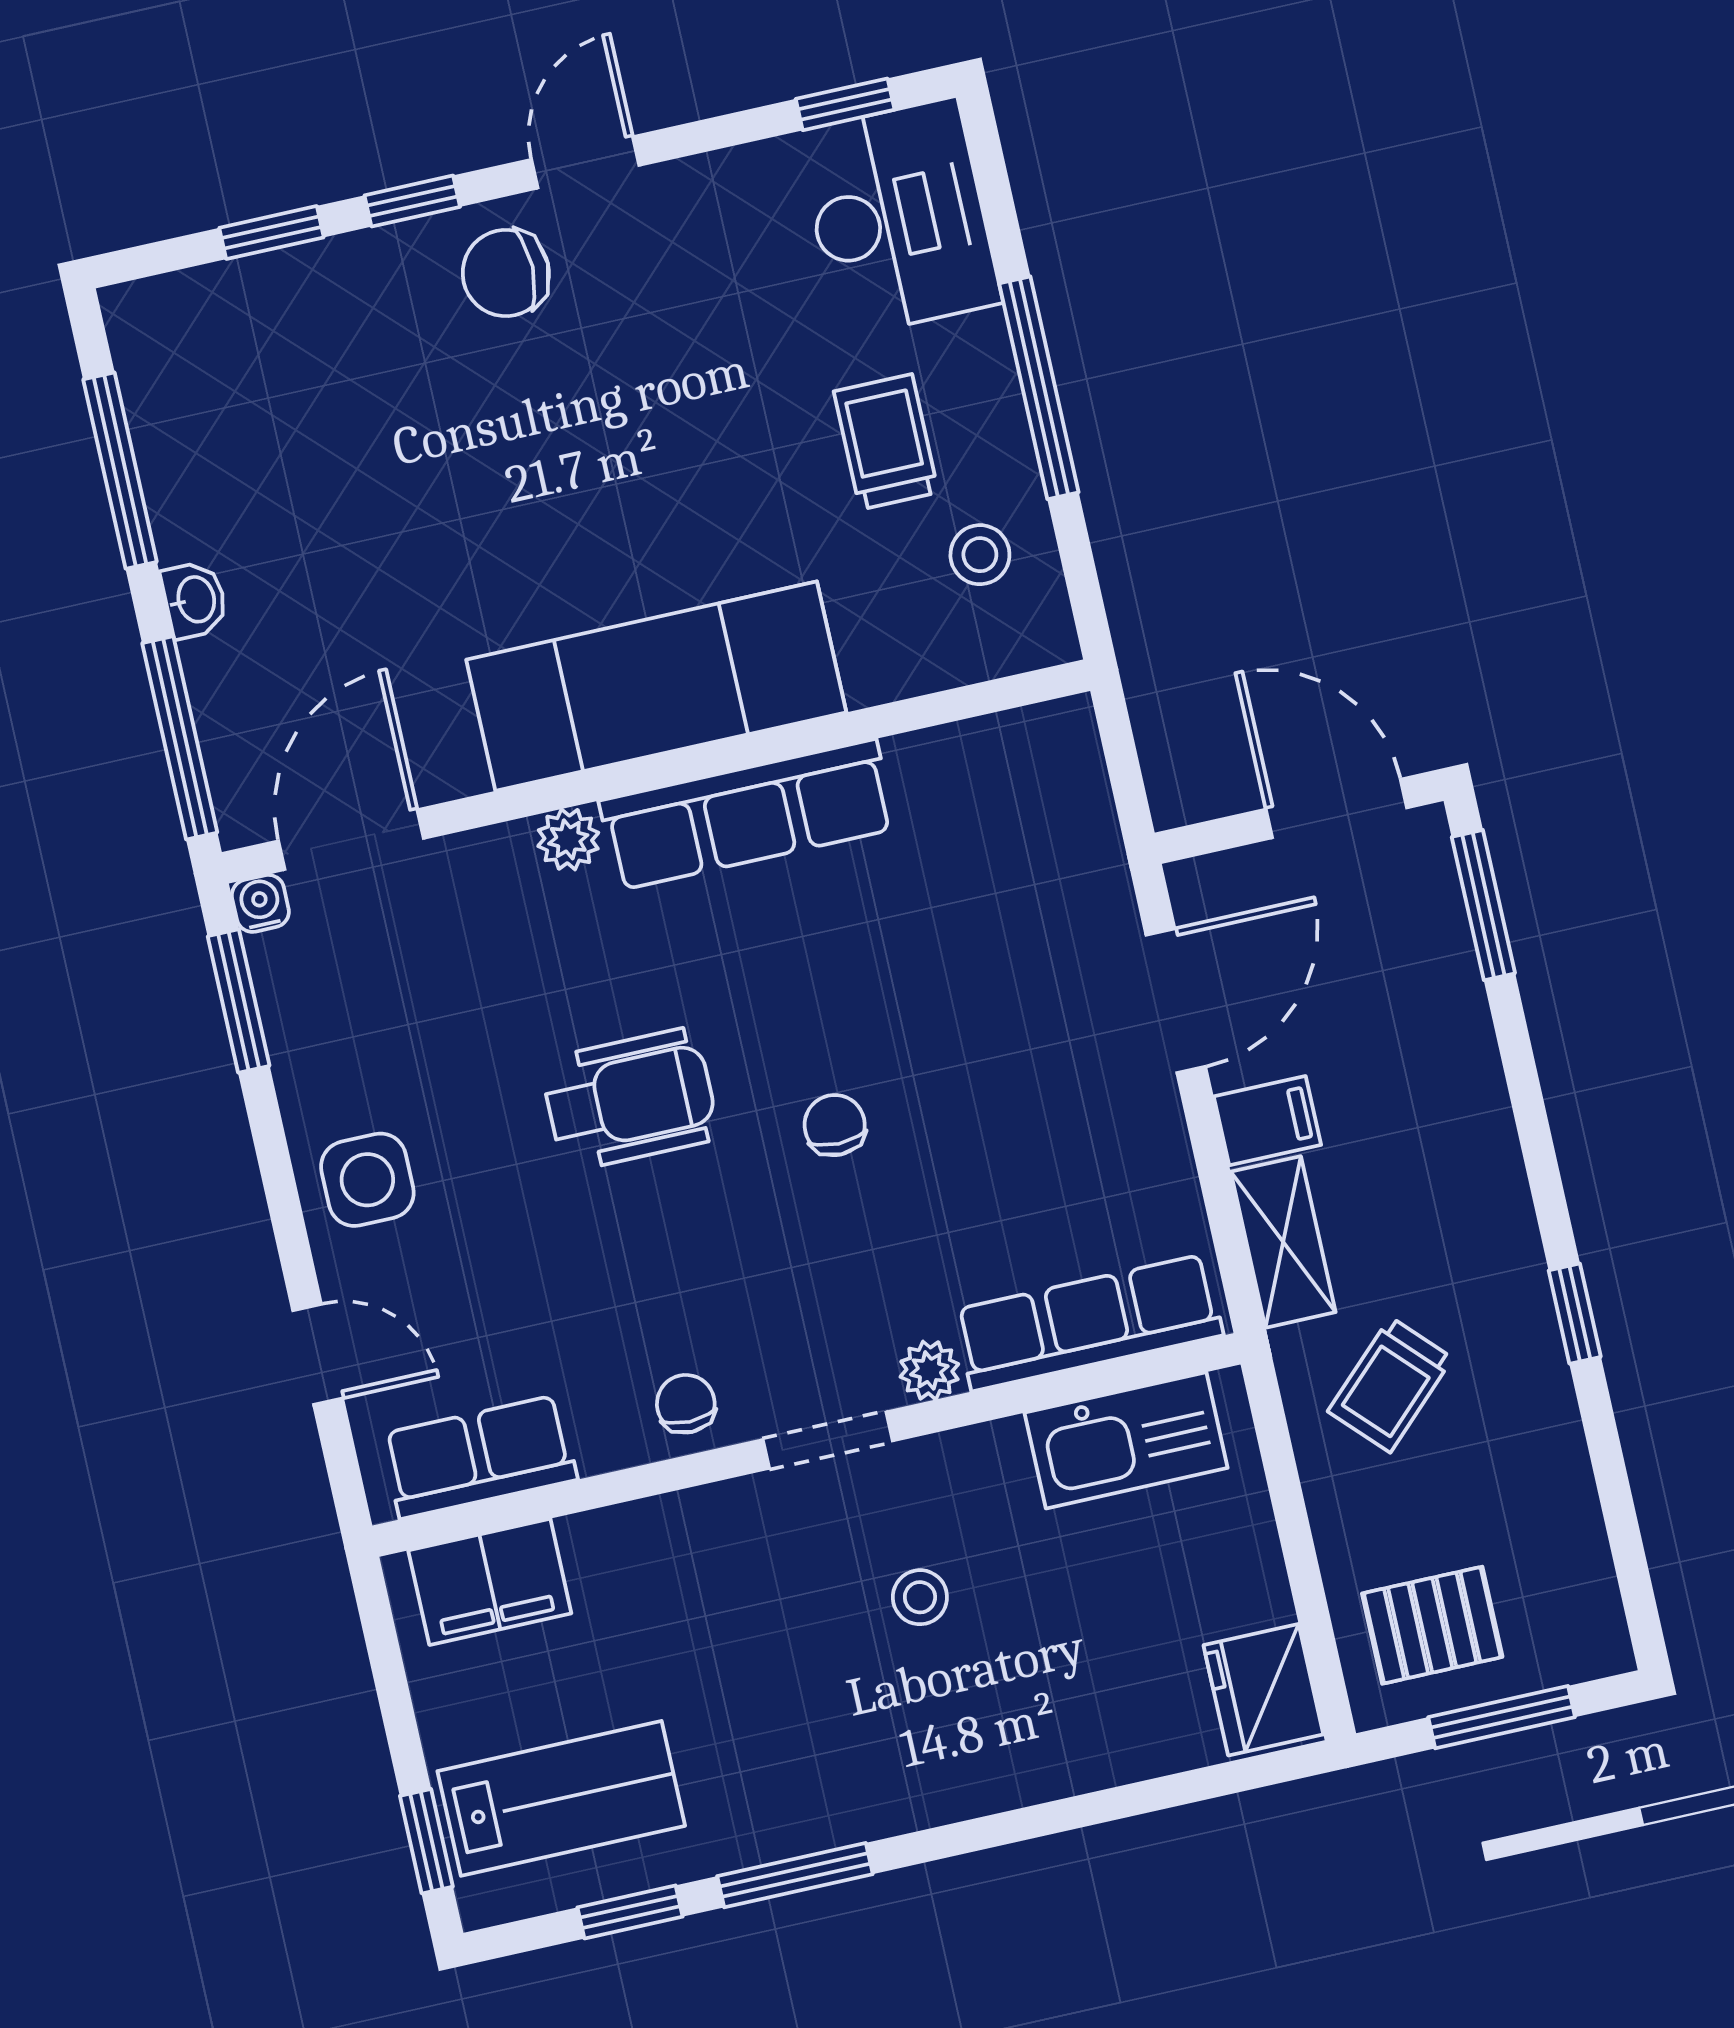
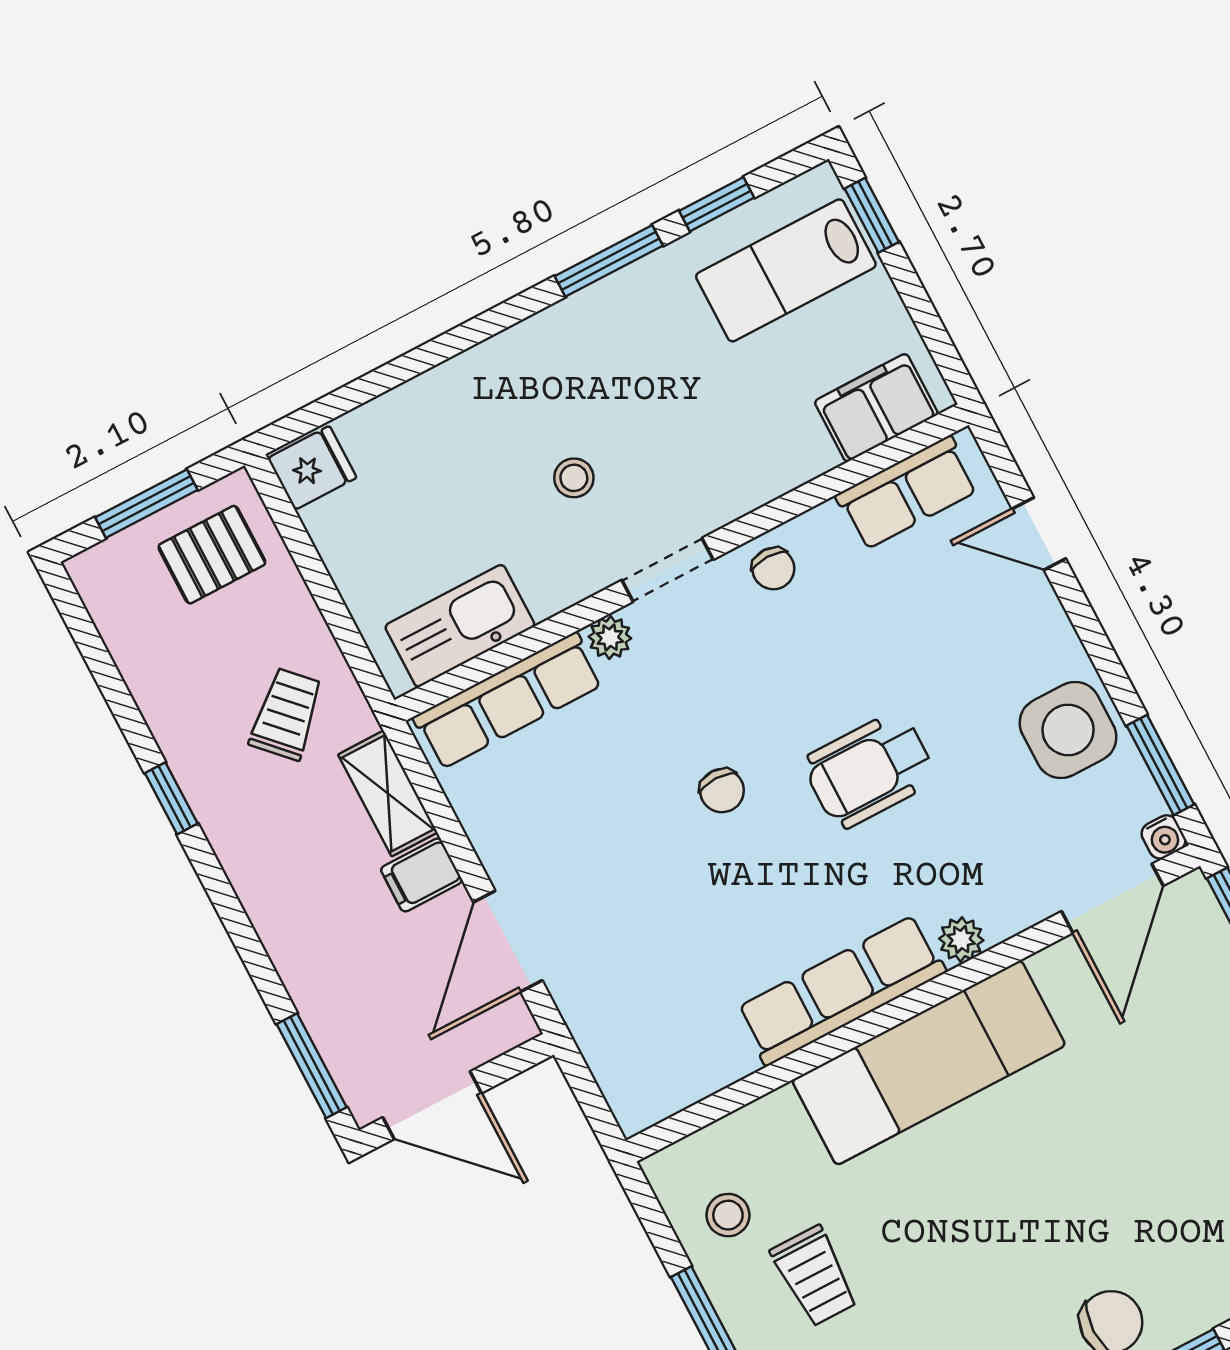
side table: (367, 1180) -> (1068, 730), moved, width x1.37, depth x1.37
fridge: (1263, 1690) -> (312, 468), width x0.72

